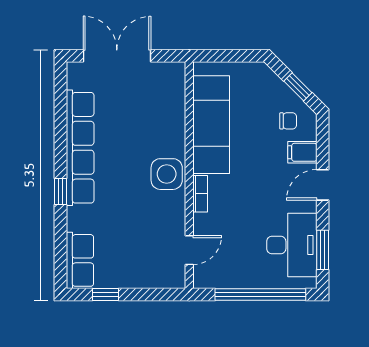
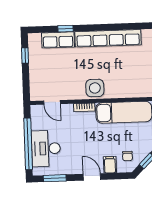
window: (61, 191) -> (65, 29), moved
desk: (292, 245) -> (46, 148), moved, turned 90
row of seats: (80, 260) -> (58, 40), moved

